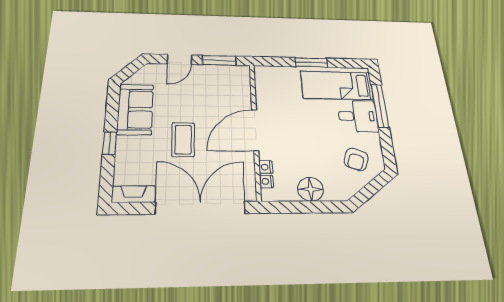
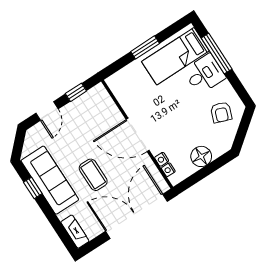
window: (219, 60) -> (76, 92), width x0.67
sofa: (135, 109) -> (50, 180), width x1.36
door: (255, 130) -> (138, 135), hinge flipped
window: (110, 143) -> (33, 188), moved
fireplace: (133, 194) -> (75, 232), moved, turned 90

